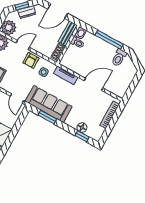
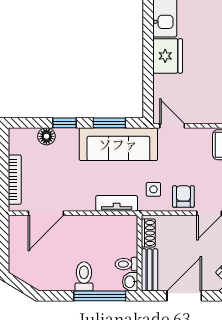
window: (109, 40) -> (100, 296), moved
toilet: (119, 58) -> (84, 276), moved
door: (93, 84) -> (46, 213), moved
window: (82, 136) -> (65, 123), moved

